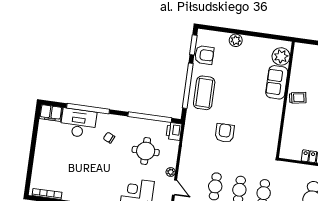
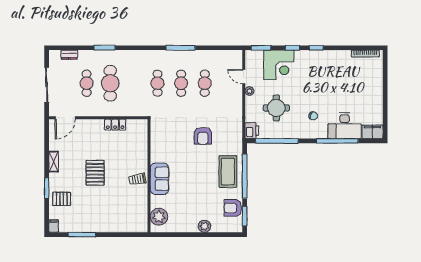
sofa: (277, 82) -> (160, 179), moved

